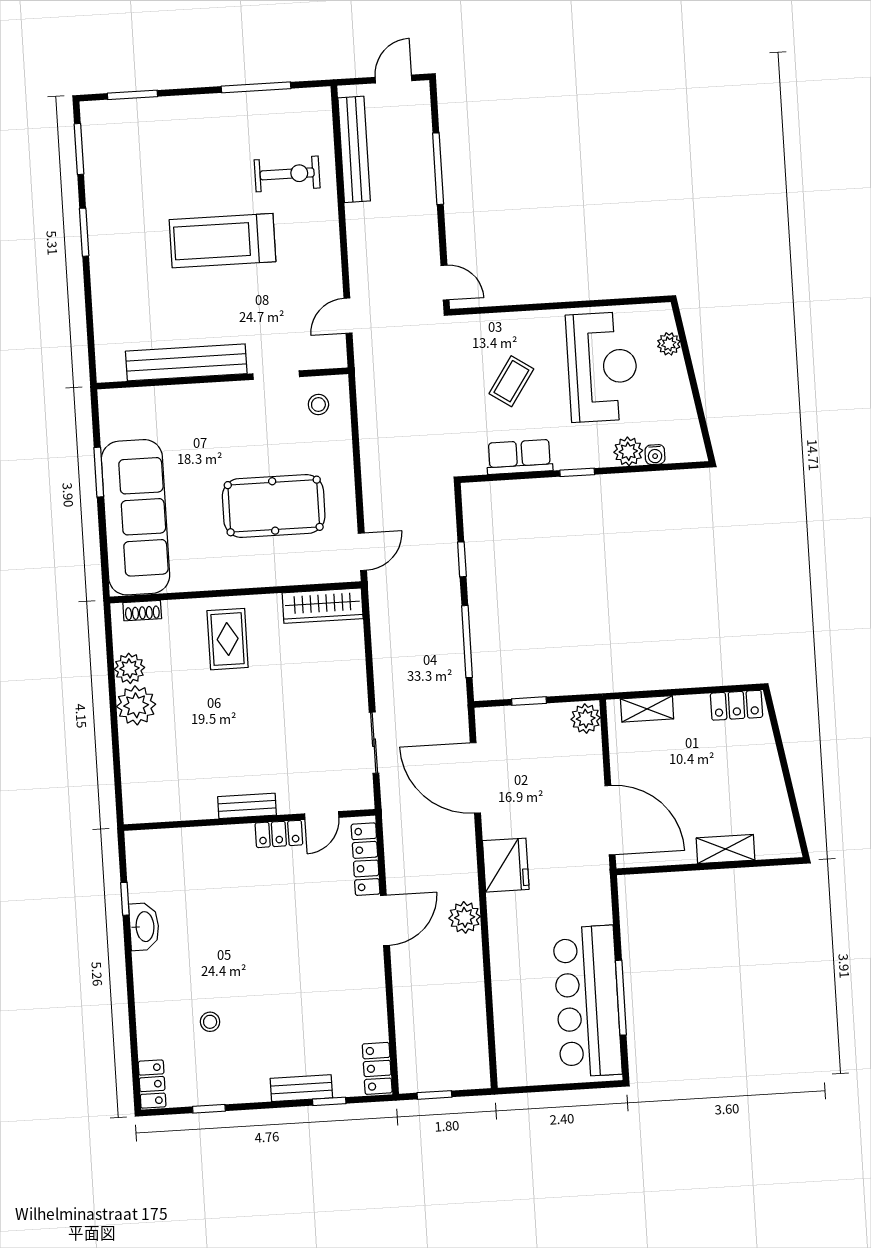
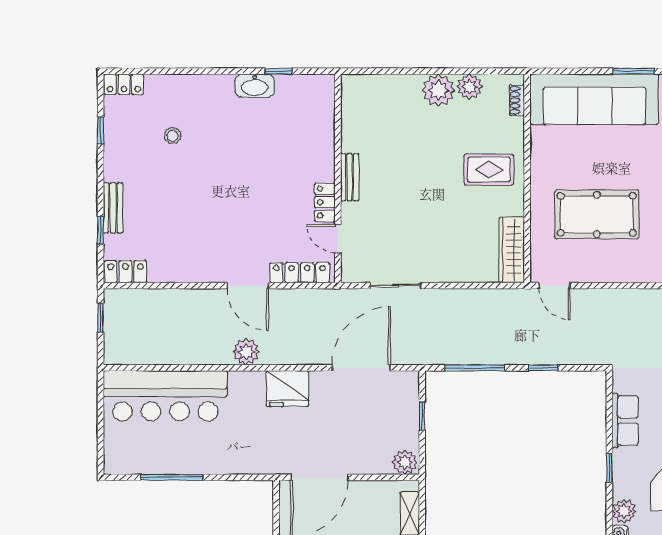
pool table: (274, 506) -> (597, 214), turned 90
bar counter: (587, 1001) -> (165, 396), moved, turned 180

